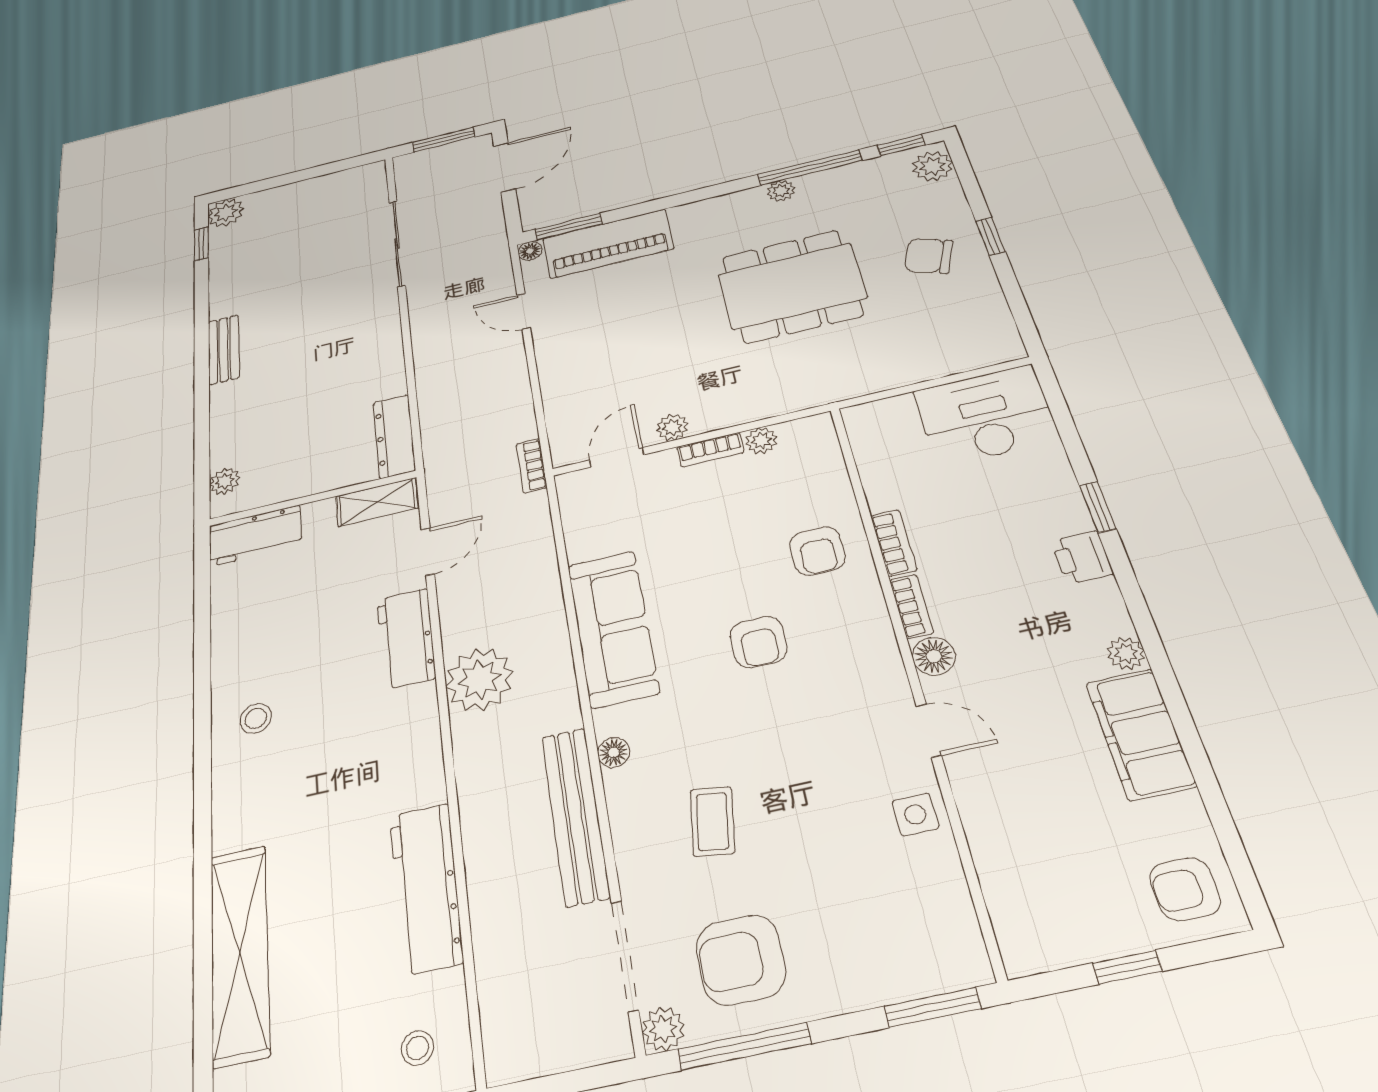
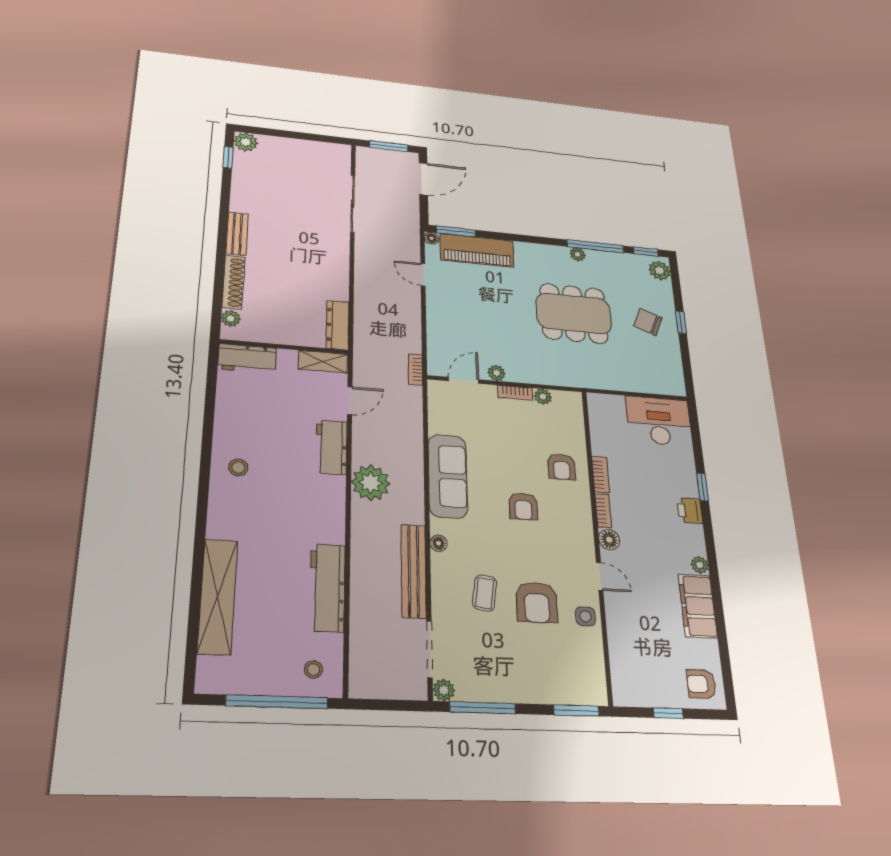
shoe rack: (224, 424) -> (233, 282), added
armchair: (741, 960) -> (537, 602), moved, turned -90

